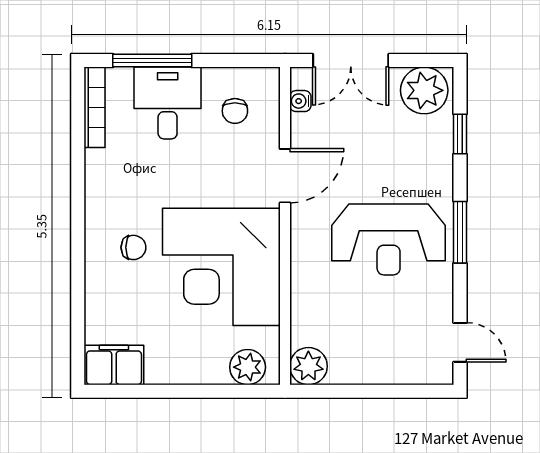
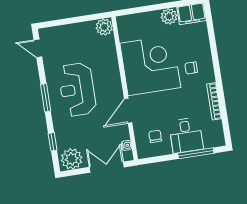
bookcase: (95, 107) -> (214, 101), moved
reception desk: (389, 239) -> (77, 89), turned -90
plant: (248, 367) -> (169, 16), moved

